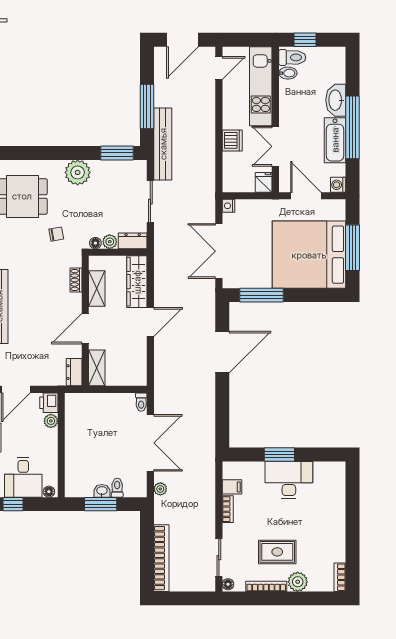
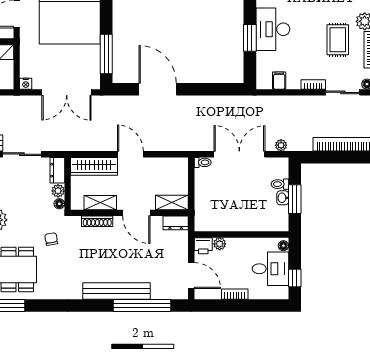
shoe rack: (76, 280) -> (97, 221), width x1.43
bookcase: (228, 509) -> (313, 84), moved

